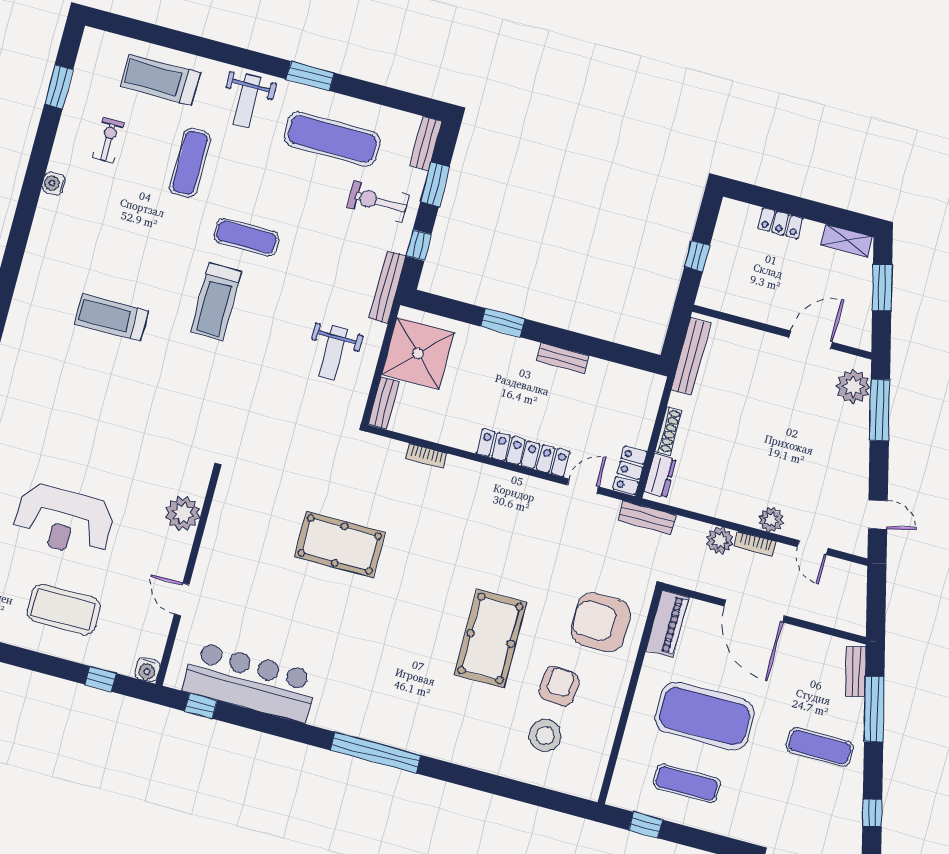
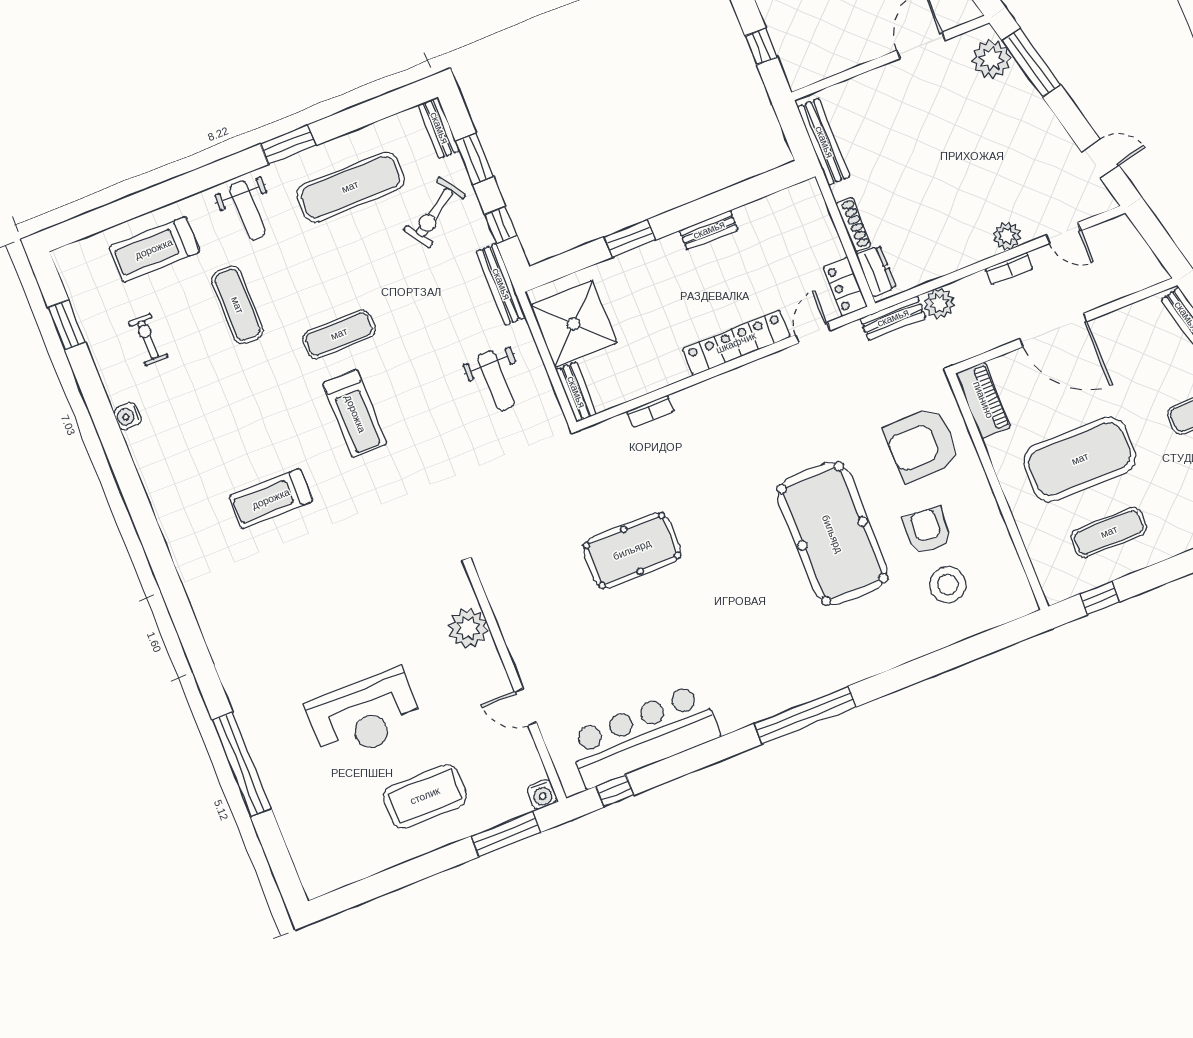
exercise bike: (378, 201) -> (434, 213), turned -34
plant: (720, 540) -> (939, 303), moved
pool table: (491, 638) -> (832, 534), width x1.36, depth x1.32
window: (101, 679) -> (506, 834), width x2.17

